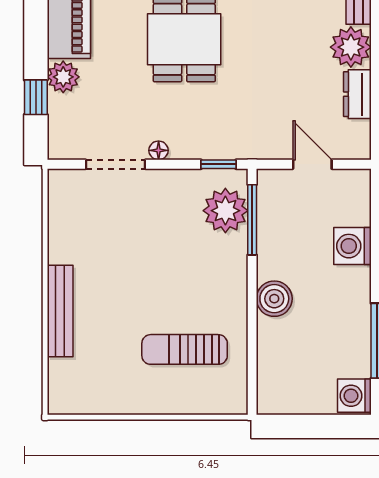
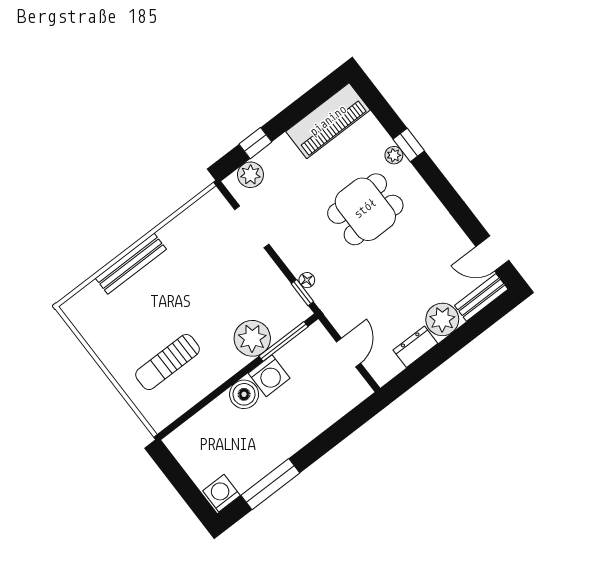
plant: (63, 77) -> (250, 175), moved
floor lamp: (159, 150) -> (307, 280), moved
plant: (225, 211) -> (252, 338), moved
washing machine: (352, 246) -> (269, 376), moved, turned 180
sun lounger: (185, 349) -> (168, 362), turned -90

